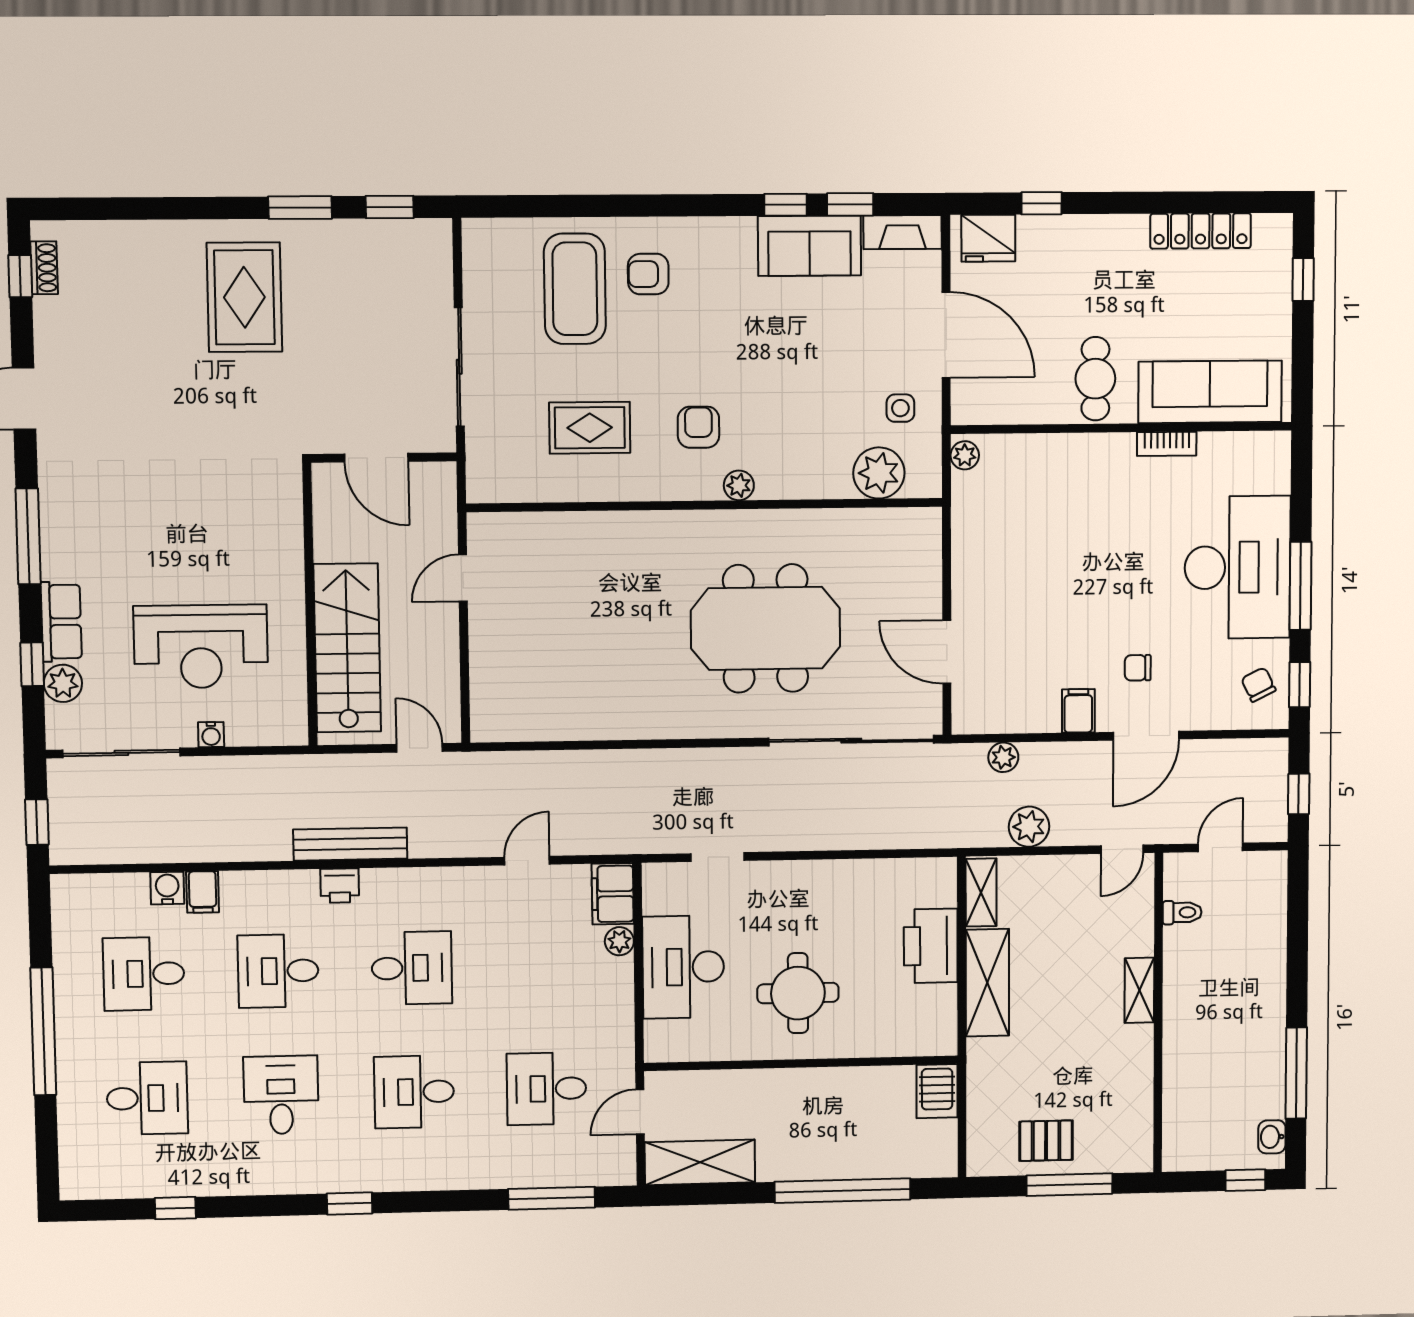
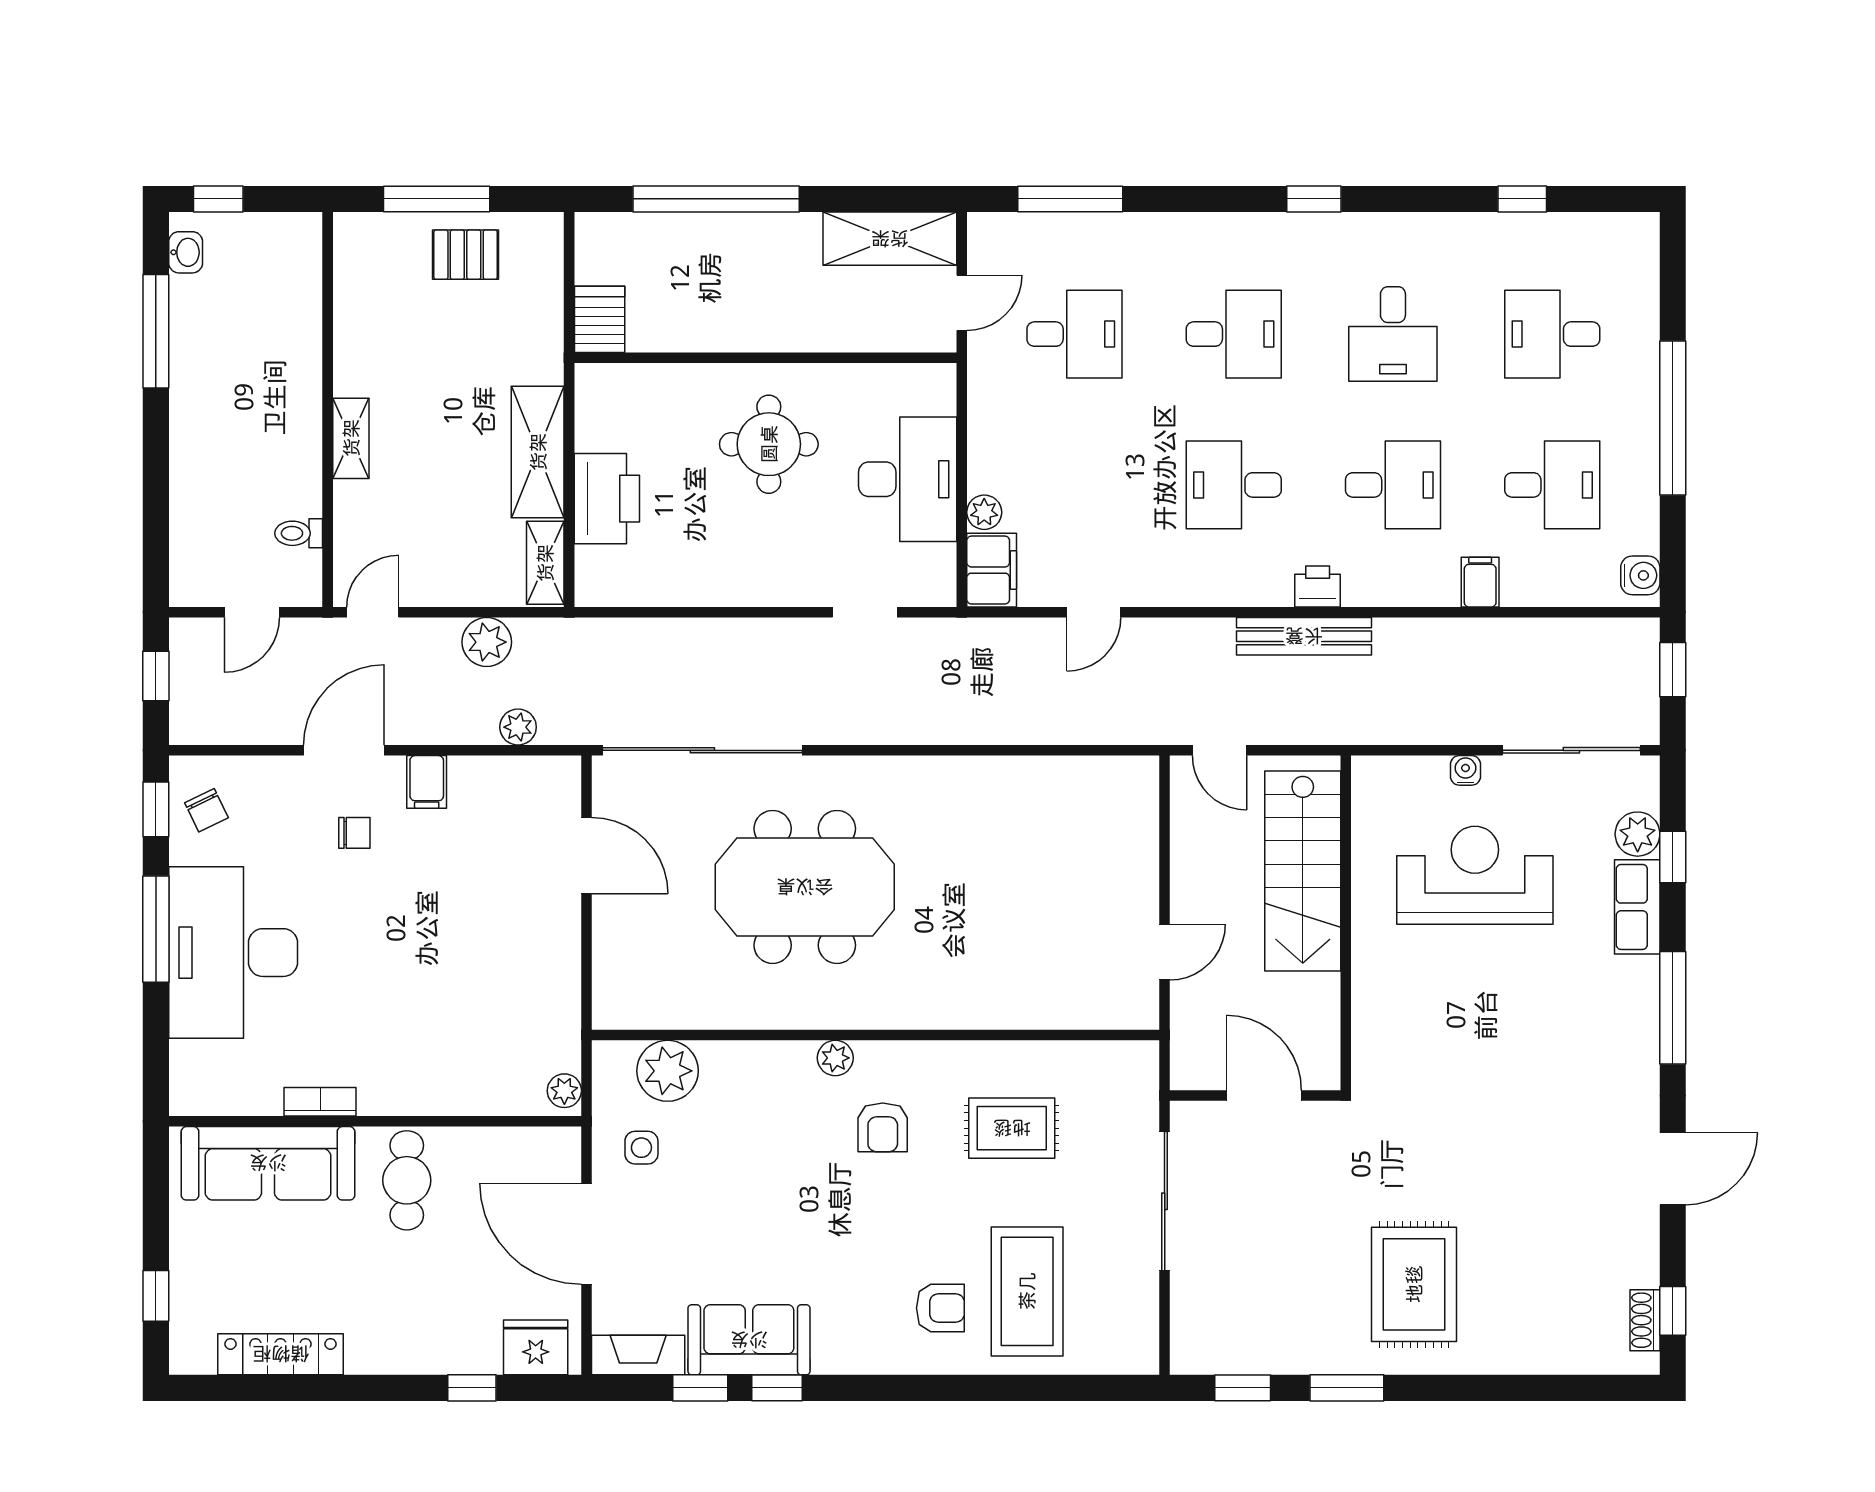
water cooler: (167, 888) -> (1640, 575), moved, turned -90

